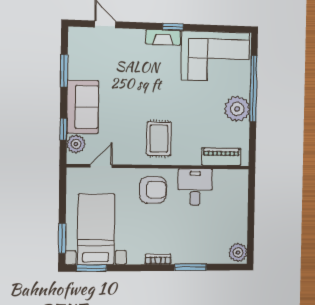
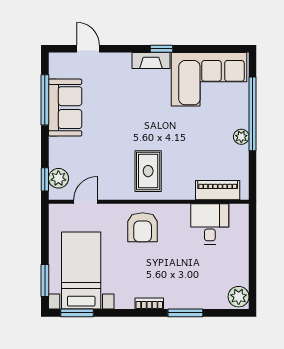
window: (64, 71) -> (45, 100), width x1.44
sofa: (83, 107) -> (65, 108), moved
plant: (237, 109) -> (241, 137), width x0.53, depth x0.53
window: (63, 129) -> (45, 179), moved
desk: (195, 187) -> (210, 224), moved
armchair: (153, 190) -> (143, 227), turned 90

